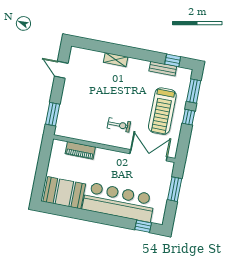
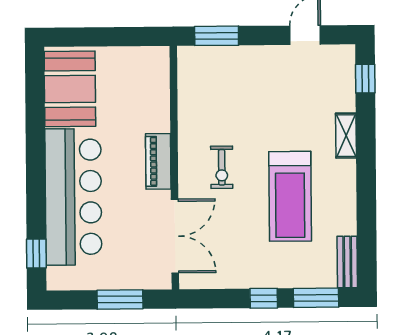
window: (173, 60) -> (365, 79), moved
bench: (163, 69) -> (347, 262), moved
treadmill: (162, 111) -> (290, 196), moved, turned -90
piano: (80, 150) -> (158, 161), moved

